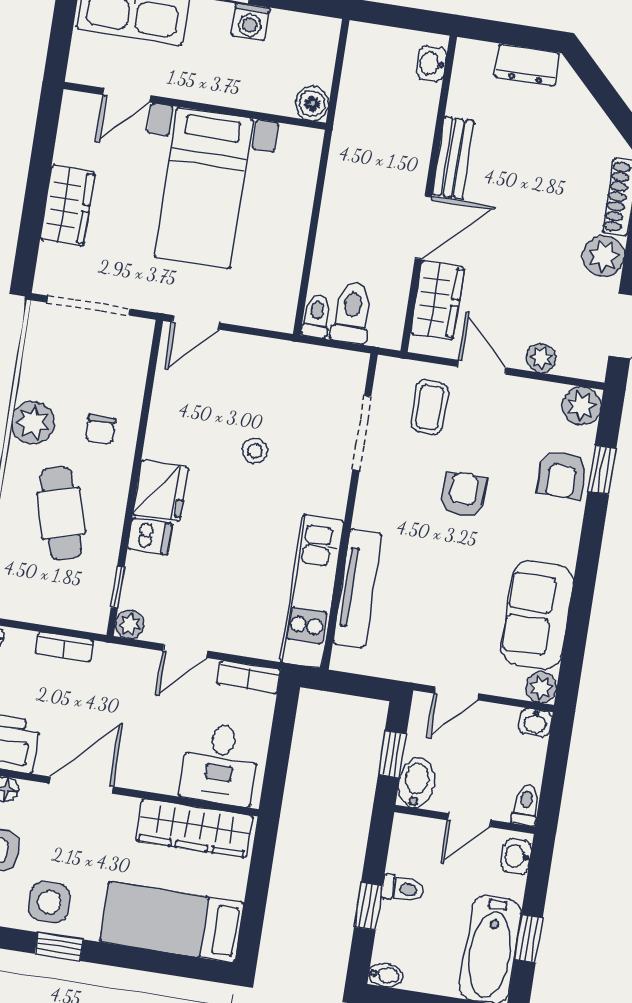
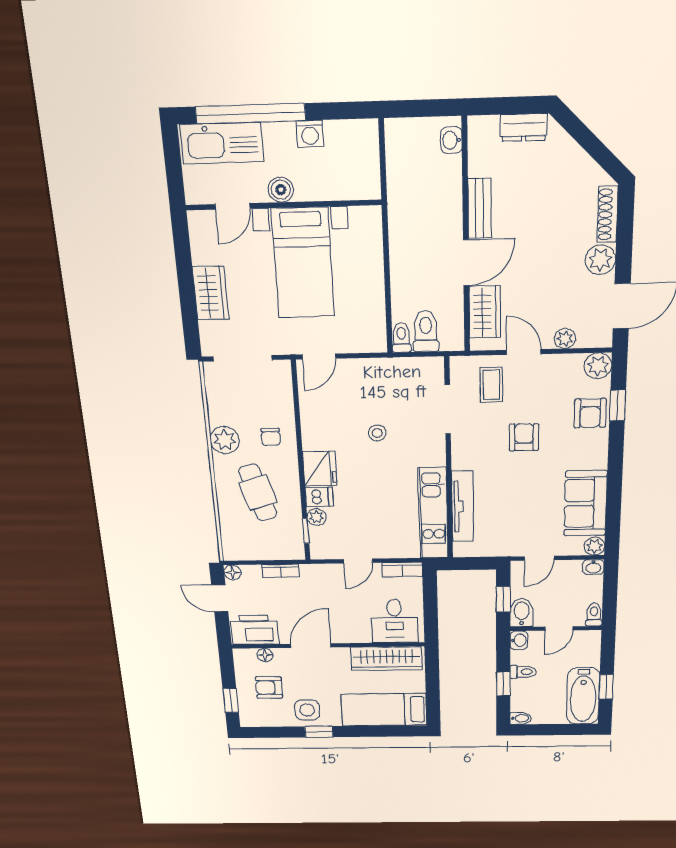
boiler: (312, 104) -> (281, 190), moved
plant: (130, 624) -> (317, 517), moved
washbasin: (517, 856) -> (519, 640), moved, turned 180

